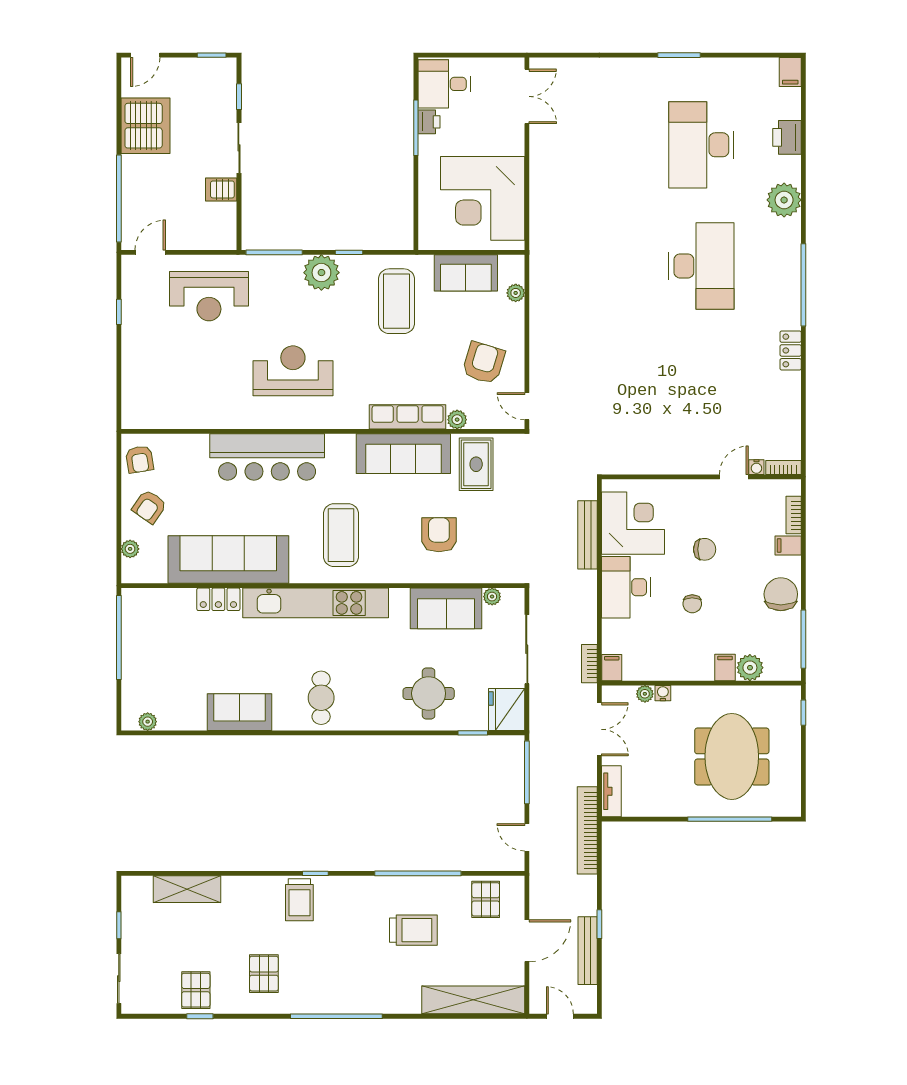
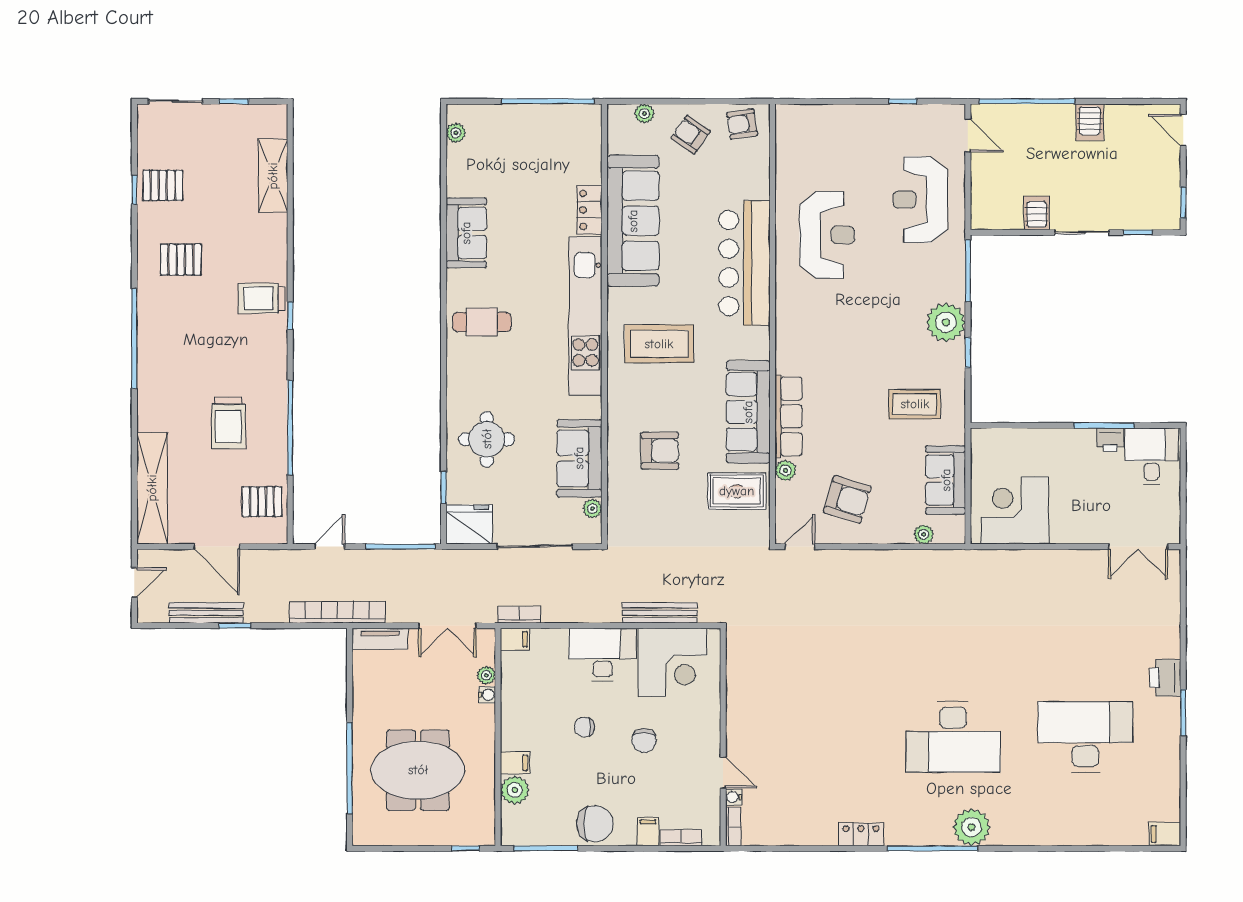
server rack: (145, 126) -> (1090, 122), width x0.46, depth x0.70
printer: (787, 137) -> (1165, 678), moved, turned -90
corner desk: (483, 198) -> (1015, 510), width x0.74, depth x0.74
plant: (784, 200) -> (971, 827), moved
coffee table: (396, 301) -> (915, 404), width x0.73, depth x0.76
reception desk: (293, 371) -> (827, 235), moved

